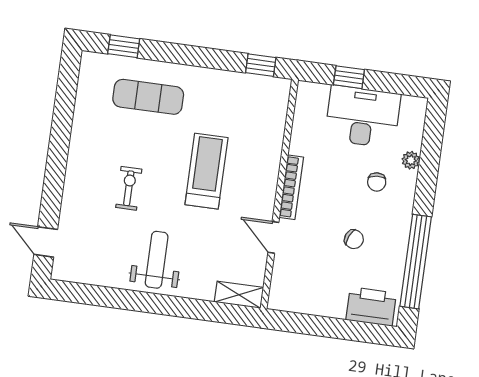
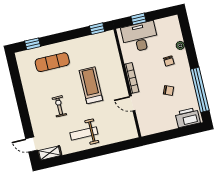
desk: (363, 117) -> (140, 37), moved
weight bench: (157, 260) -> (84, 133), turned -90
shelving: (239, 295) -> (50, 153), moved

